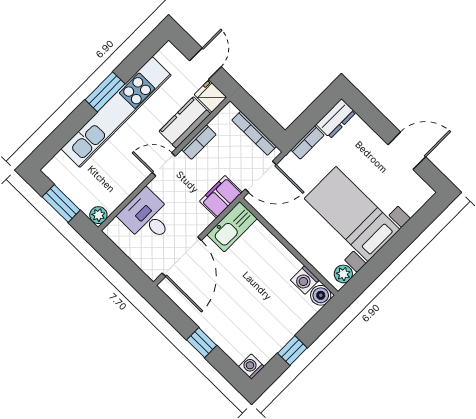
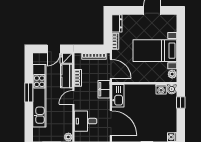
door: (205, 64) -> (54, 49), swing flipped
door: (261, 177) -> (111, 69), hinge flipped
window: (292, 350) -> (181, 102), moved

